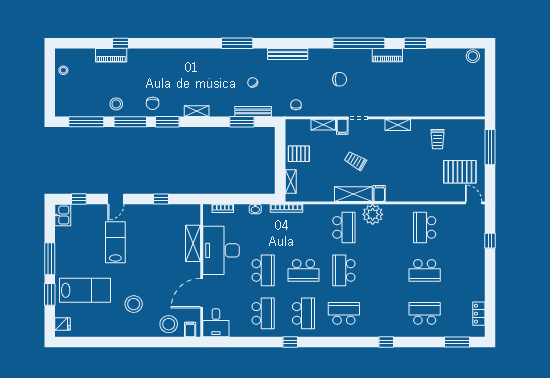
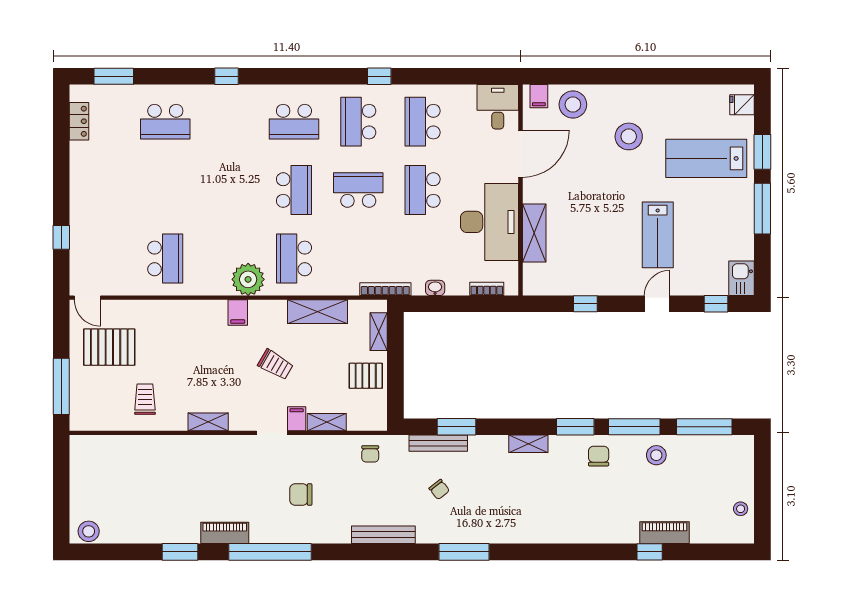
shelving: (353, 194) -> (318, 312), moved
school desk: (425, 270) -> (165, 190), removed

